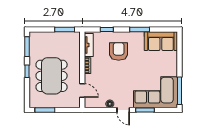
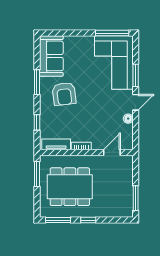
armchair: (119, 51) -> (64, 94), moved, turned -97
dining table: (52, 76) -> (70, 187), moved

